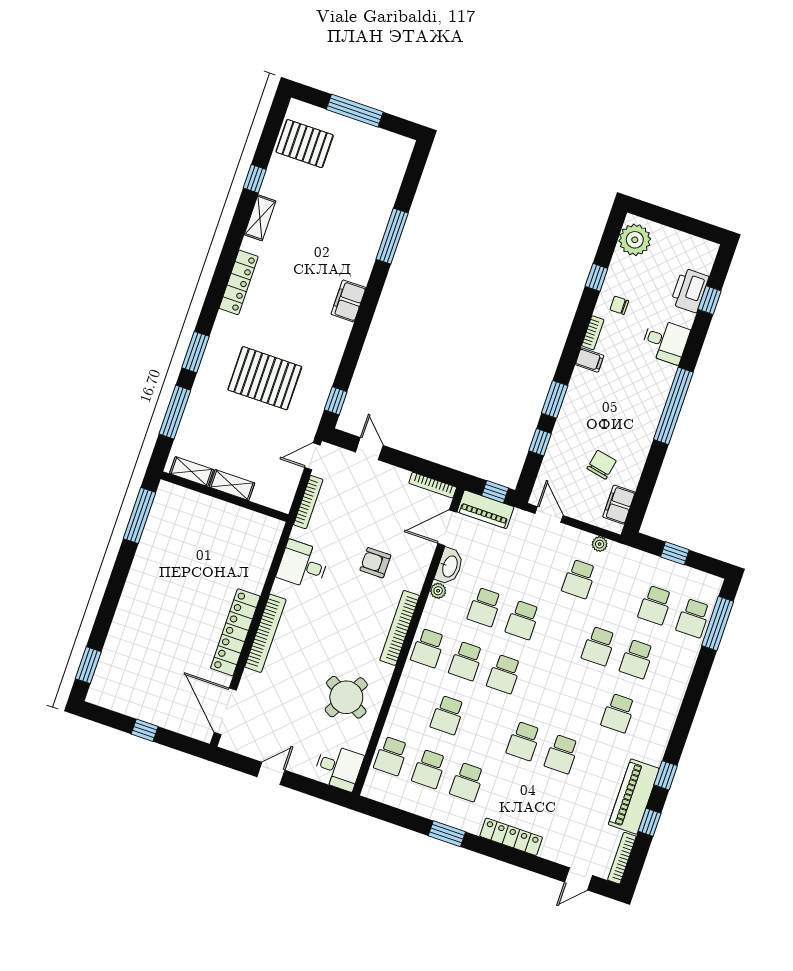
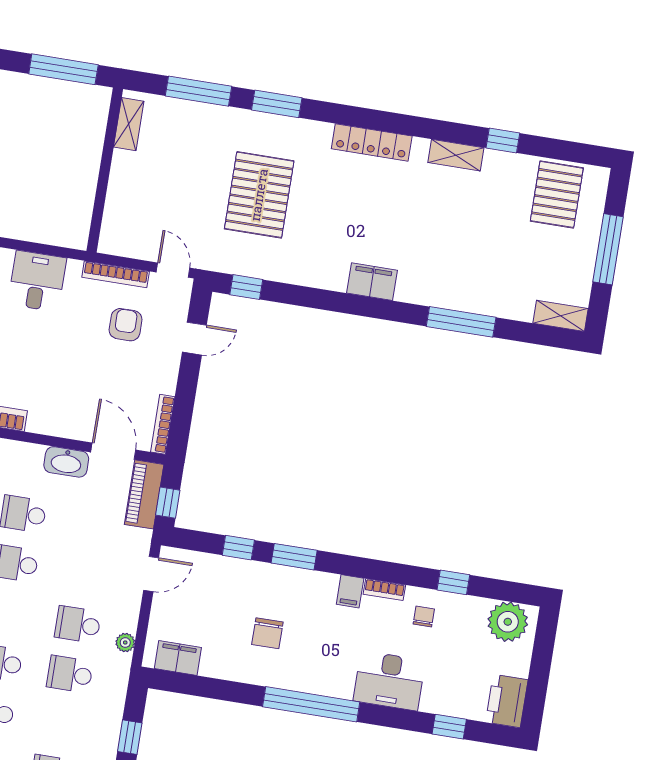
printer: (690, 290) -> (507, 701), moved, turned -90
desk: (665, 341) -> (389, 681), width x1.37
chair: (602, 465) -> (267, 633), moved, turned 79
shelving: (232, 485) -> (560, 316), moved, turned 90
armchair: (375, 563) -> (126, 325), moved
plant: (438, 591) -> (34, 453), removed
school desk: (655, 605) -> (70, 674), moved

